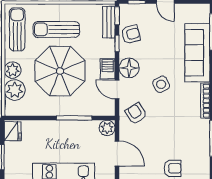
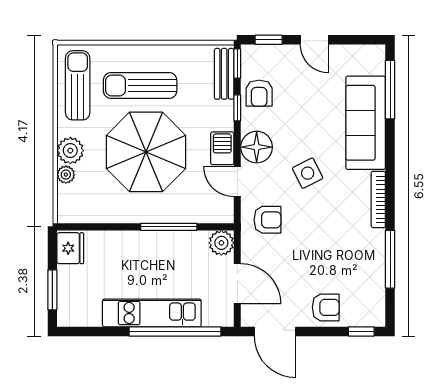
armchair: (131, 34) -> (259, 93), turned 104
plant: (15, 90) -> (66, 175), width x0.53, depth x0.53
armchair: (136, 113) -> (267, 220), turned 123

